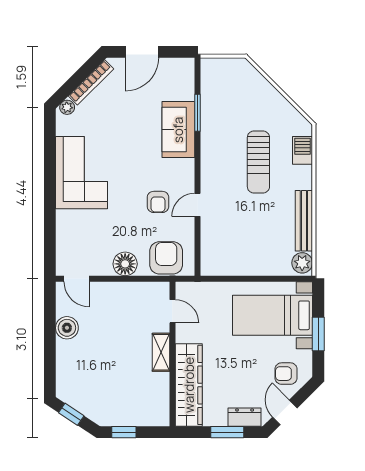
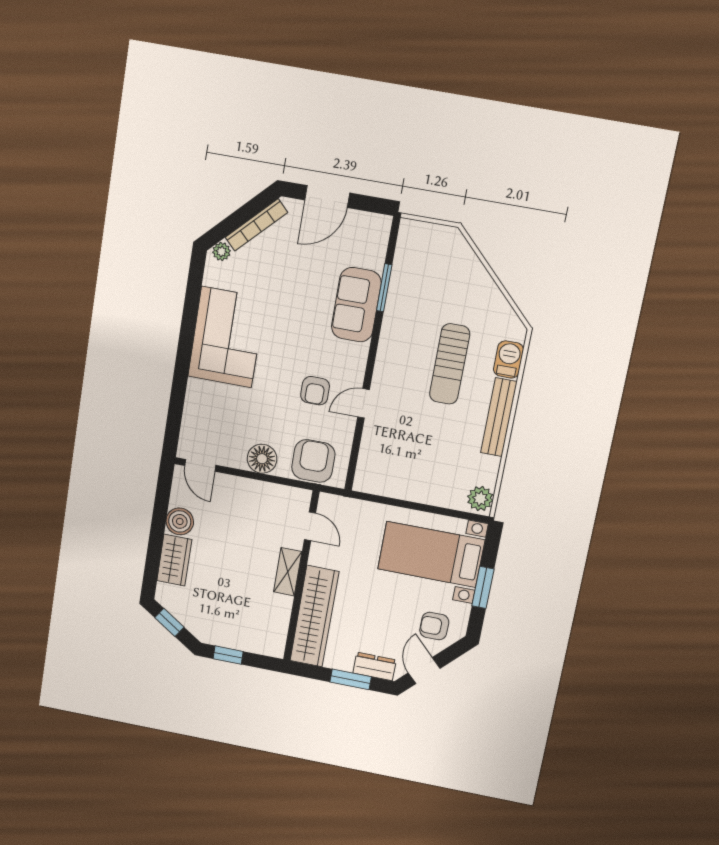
bench: (304, 221) -> (499, 417), moved
wardrobe: (67, 361) -> (174, 560), added

